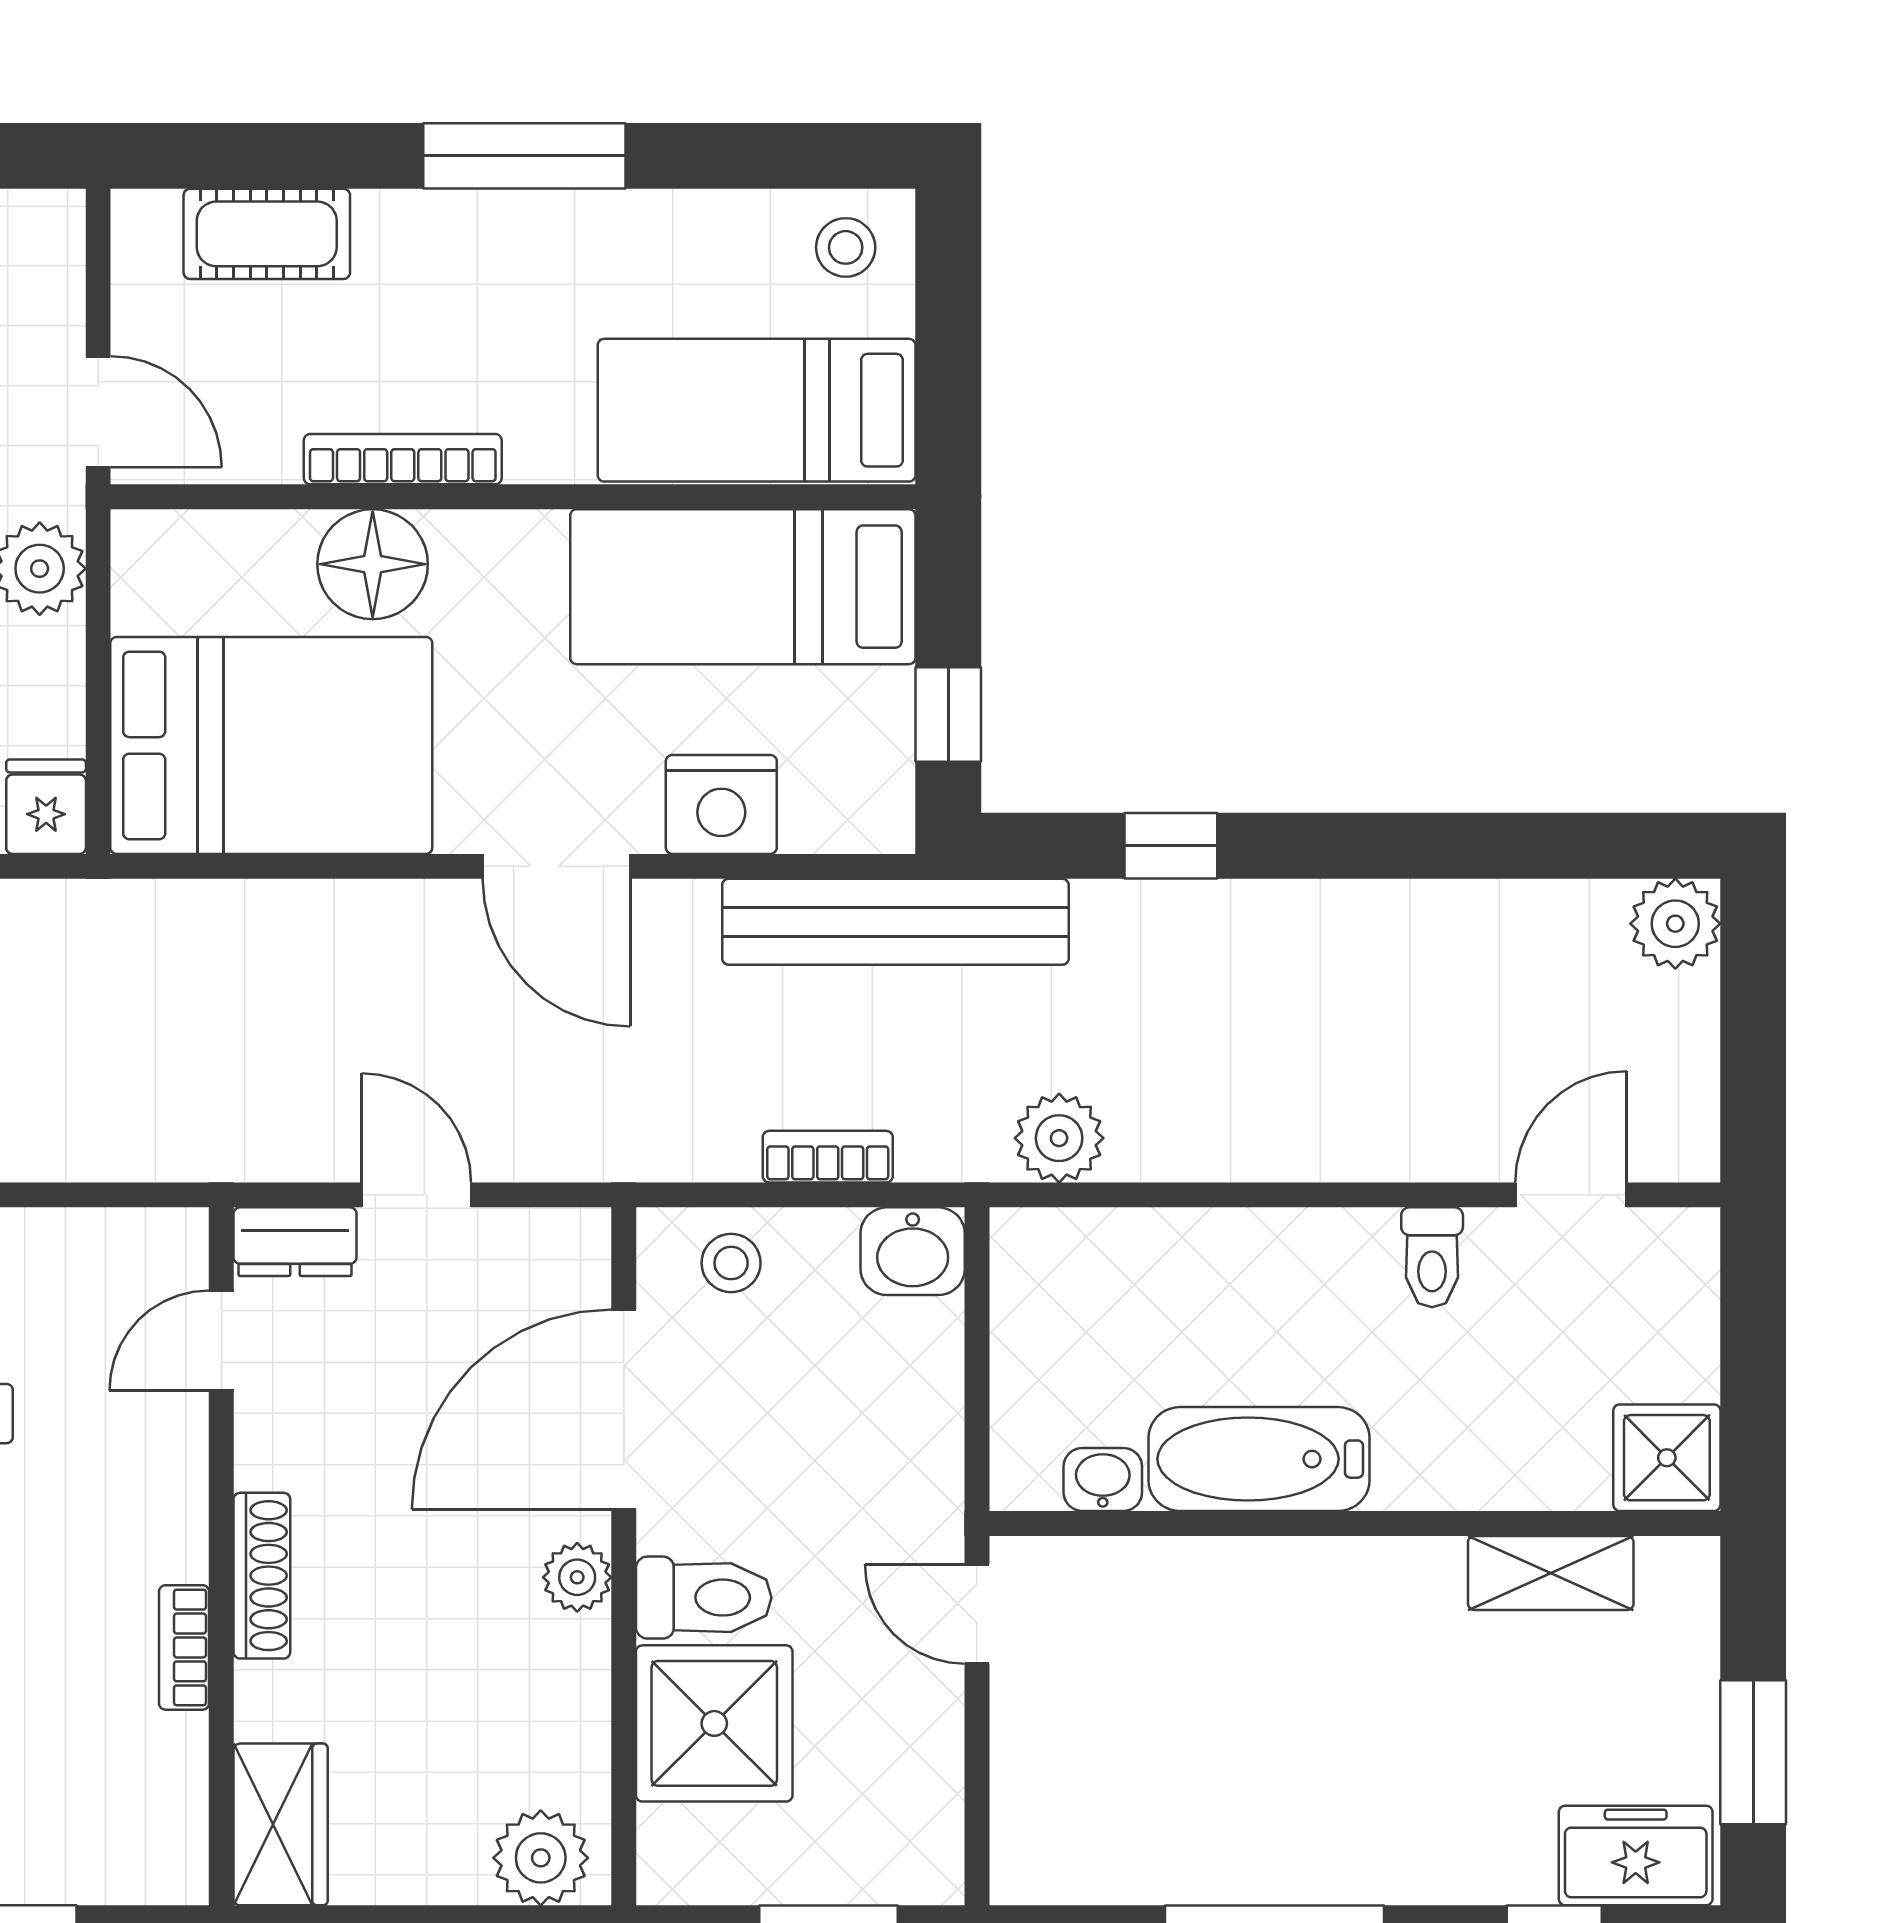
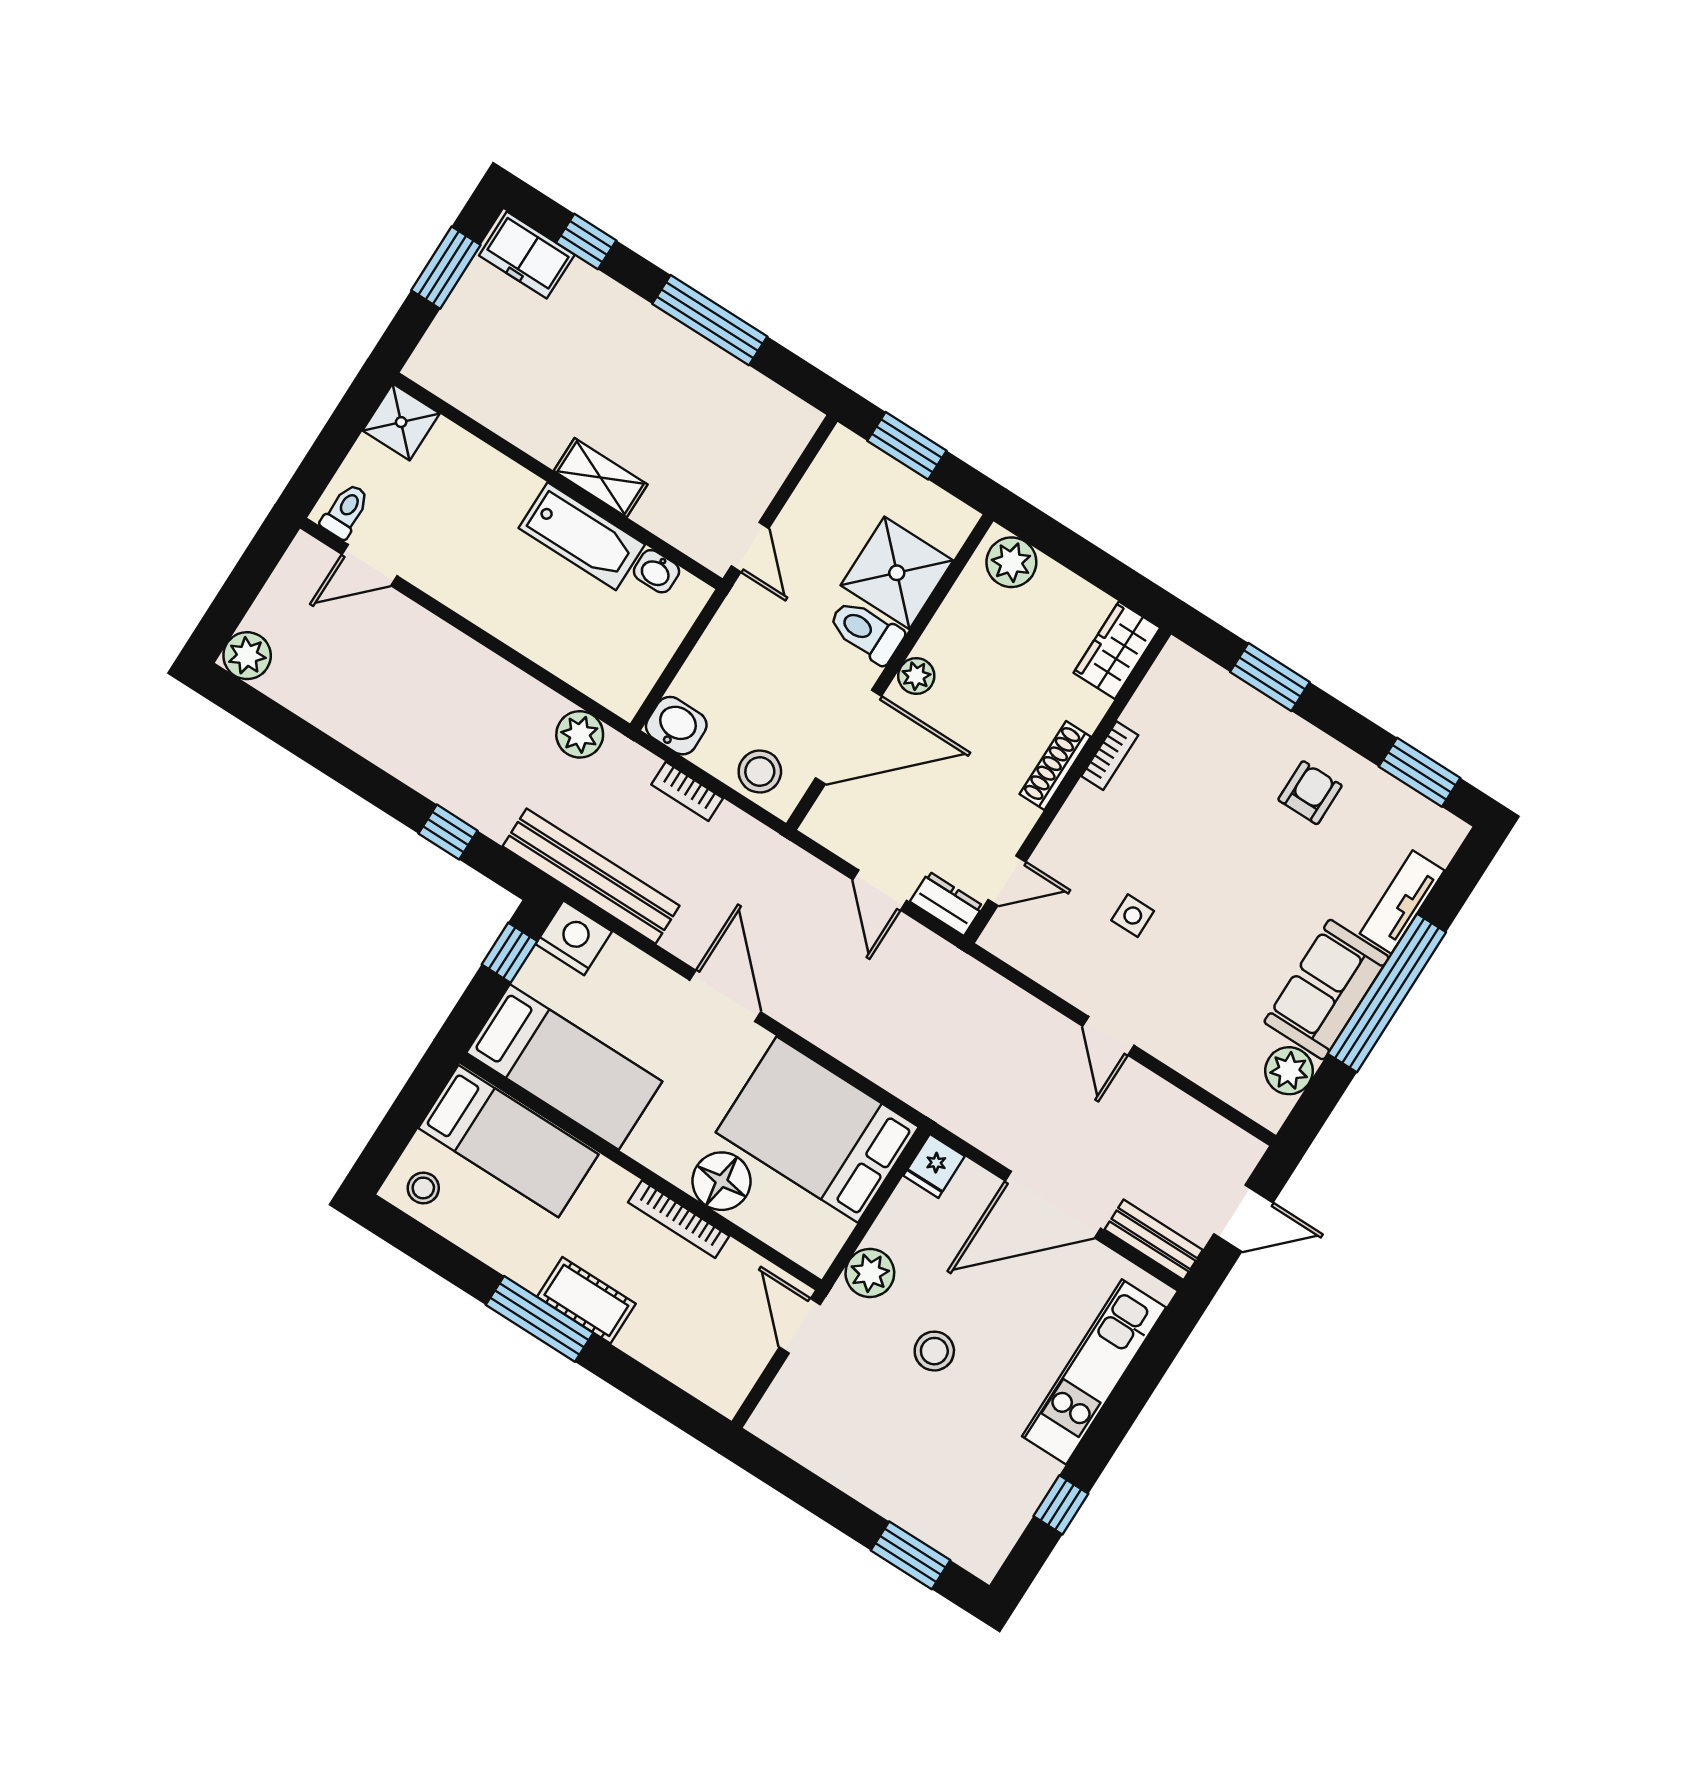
cot: (267, 234) -> (586, 1300), moved
nightstand: (721, 804) -> (574, 938), moved
toilet: (1432, 1257) -> (345, 511), moved
stool: (731, 1263) -> (760, 772), width x1.37, depth x1.37
shelving: (1551, 1573) -> (601, 478), moved

